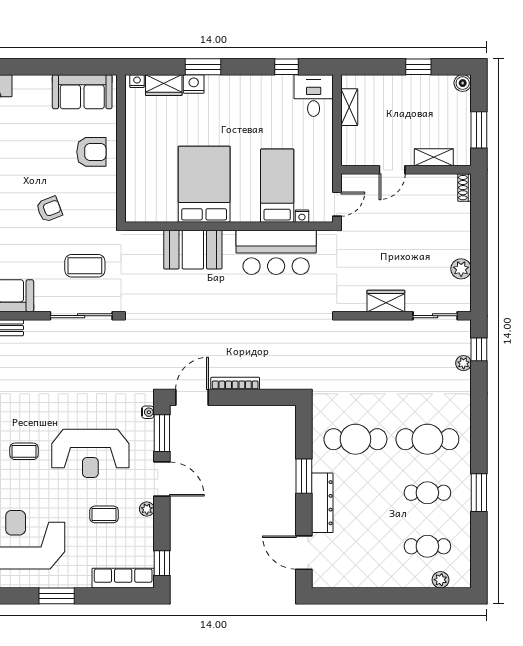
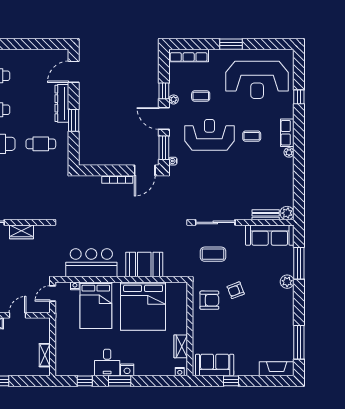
window: (57, 67) -> (231, 381), added
window: (203, 67) -> (120, 381), moved
nightstand: (194, 84) -> (127, 370), moved
wardrobe: (164, 85) -> (181, 346), moved, turned -90
desk: (314, 96) -> (107, 363), moved
armchair: (91, 152) -> (209, 300), moved, turned 180
bed: (204, 184) -> (143, 306), width x1.36
bed: (277, 186) -> (96, 305), width x1.50
cafe table: (355, 439) -> (41, 144), width x0.73, depth x0.74
door: (304, 553) -> (74, 72), swing flipped
window: (162, 563) -> (164, 91), moved

